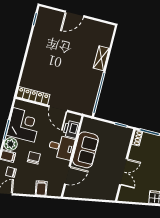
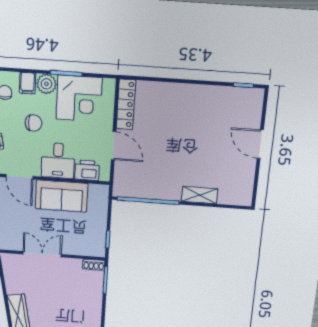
door: (58, 109) -> (114, 146), swing flipped
double door: (123, 172) -> (42, 254), swing flipped

